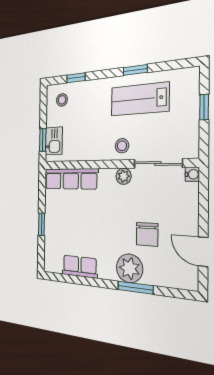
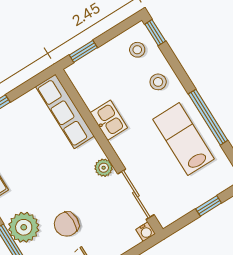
window: (135, 70) -> (208, 117), width x2.17
window: (76, 78) -> (155, 33), moved
kitchen sink: (54, 141) -> (109, 120), moved, turned -90
stool: (122, 146) -> (158, 82), moved

